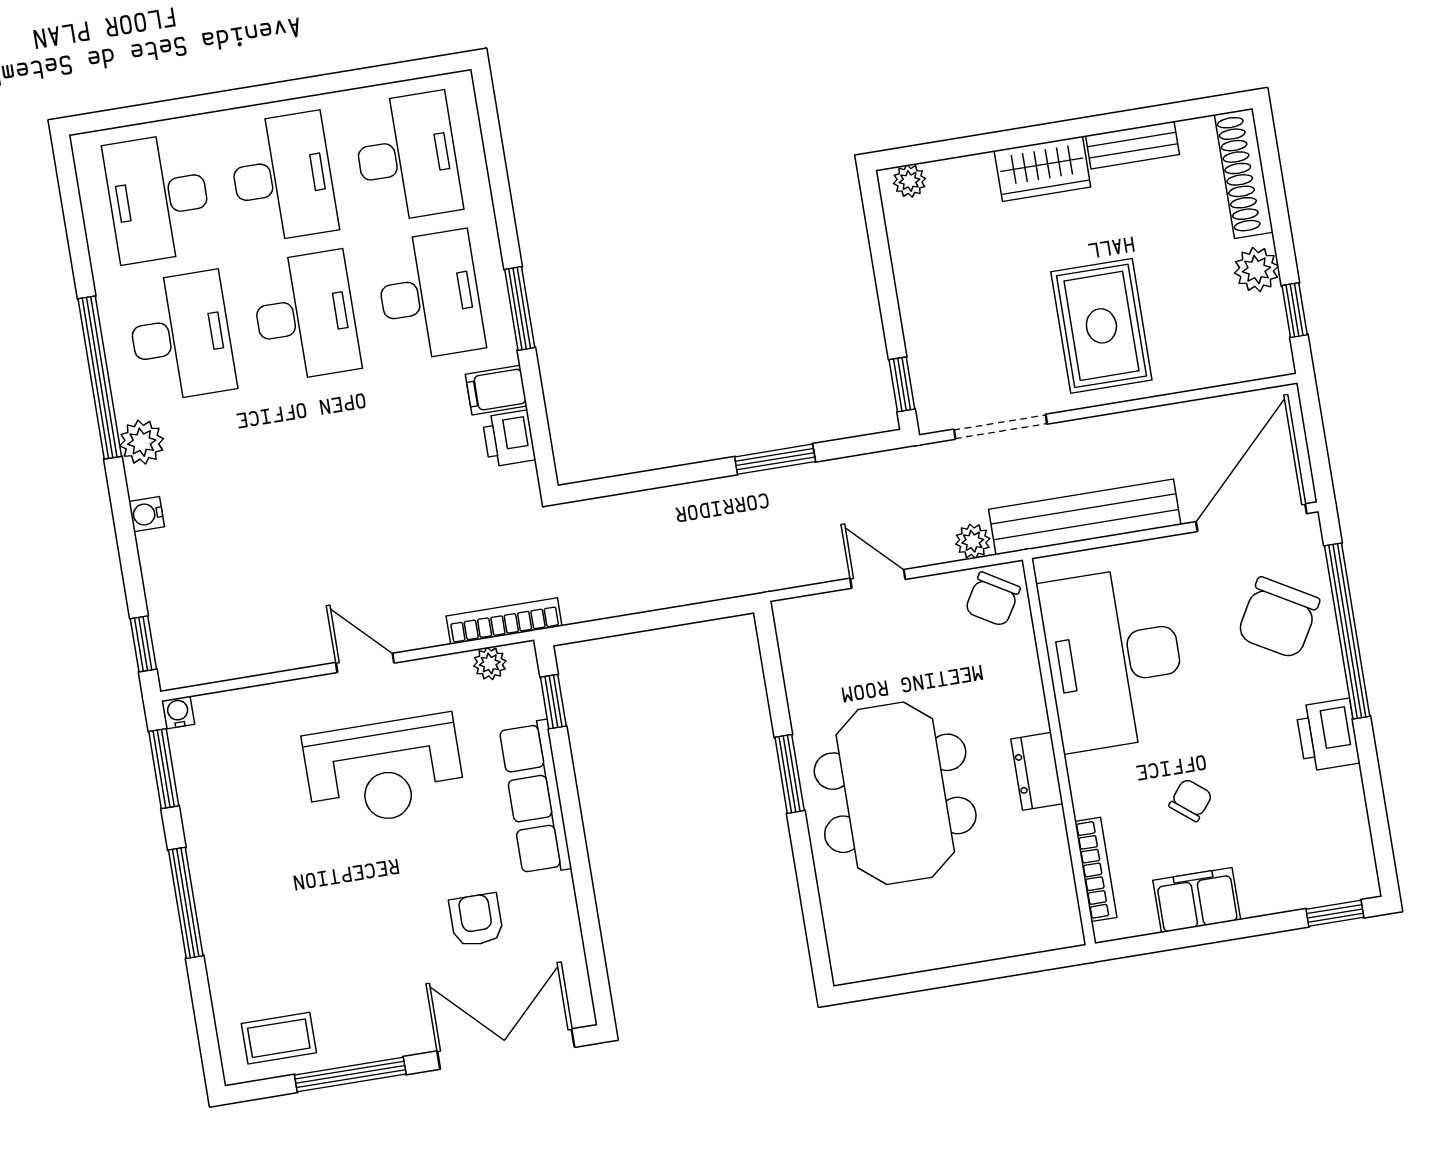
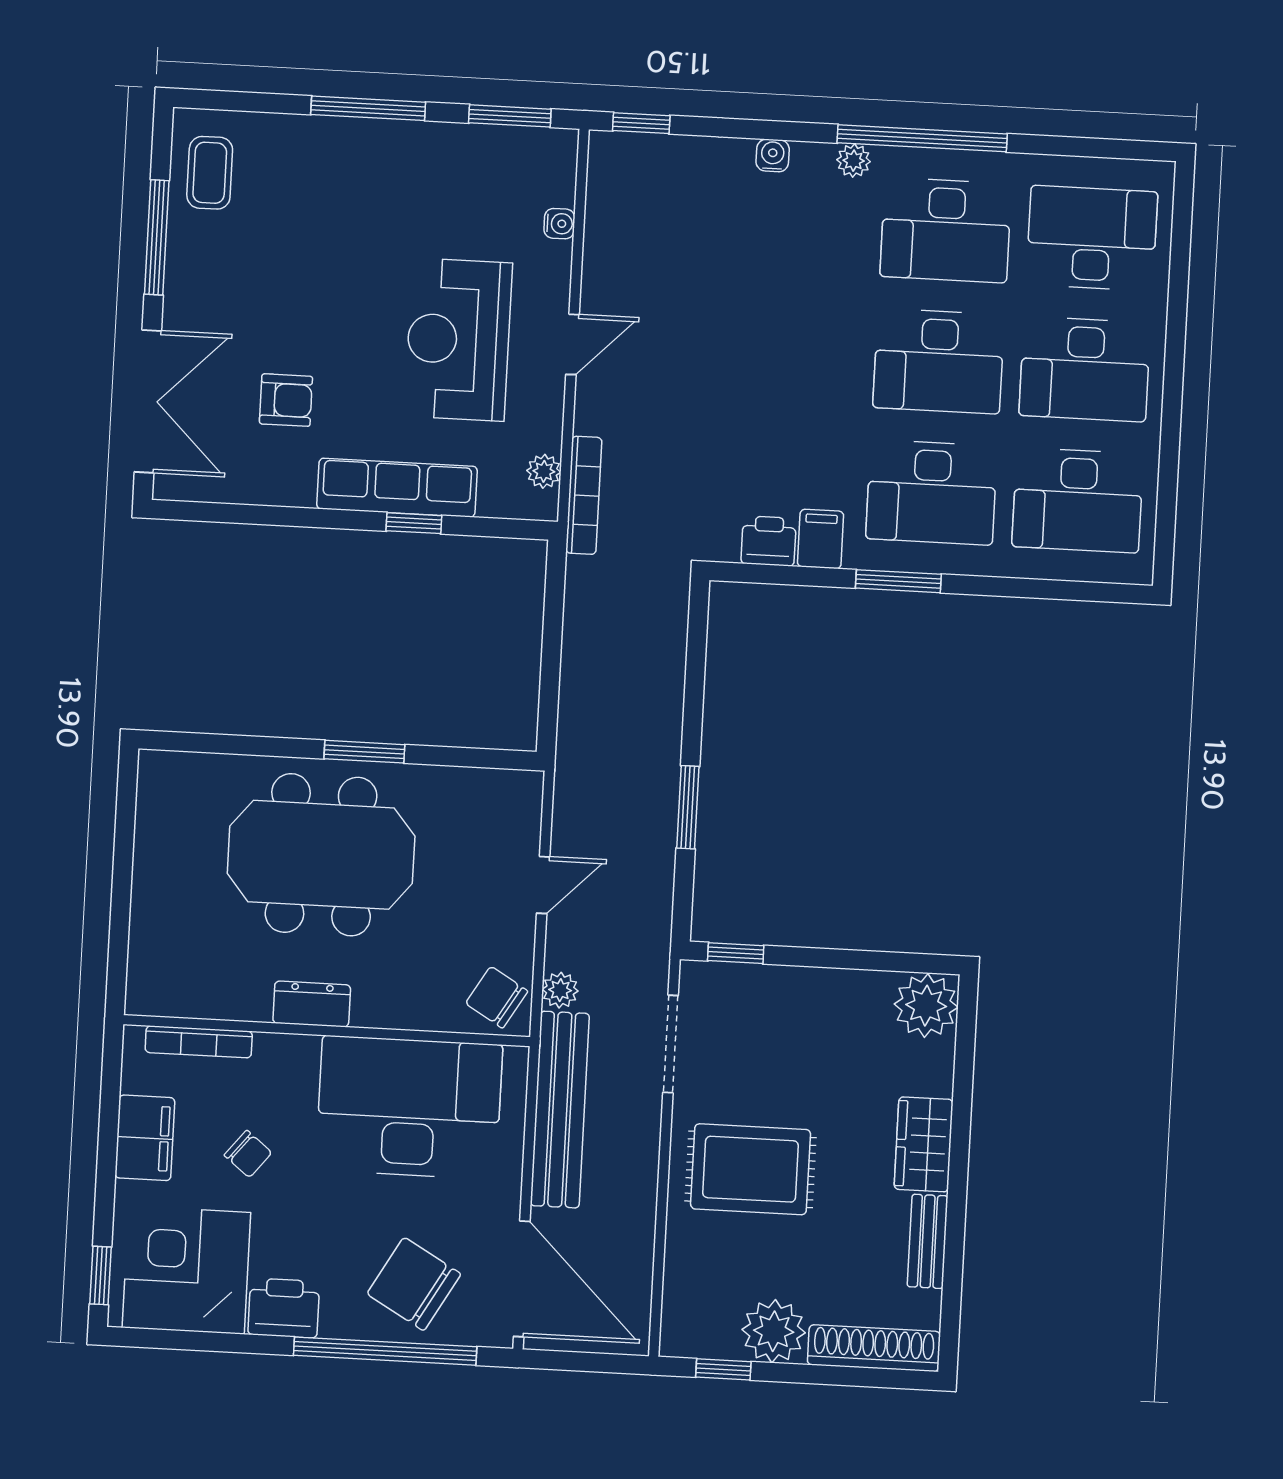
plant: (910, 181) -> (926, 1006), width x1.88, depth x1.88
plant: (1256, 270) -> (774, 1331), width x1.36, depth x1.36
plant: (142, 442) -> (854, 161), width x0.73, depth x0.73
window: (553, 702) -> (414, 523), moved
water cooler: (178, 712) -> (559, 224), moved
corner desk: (1312, 834) -> (186, 1270), added

